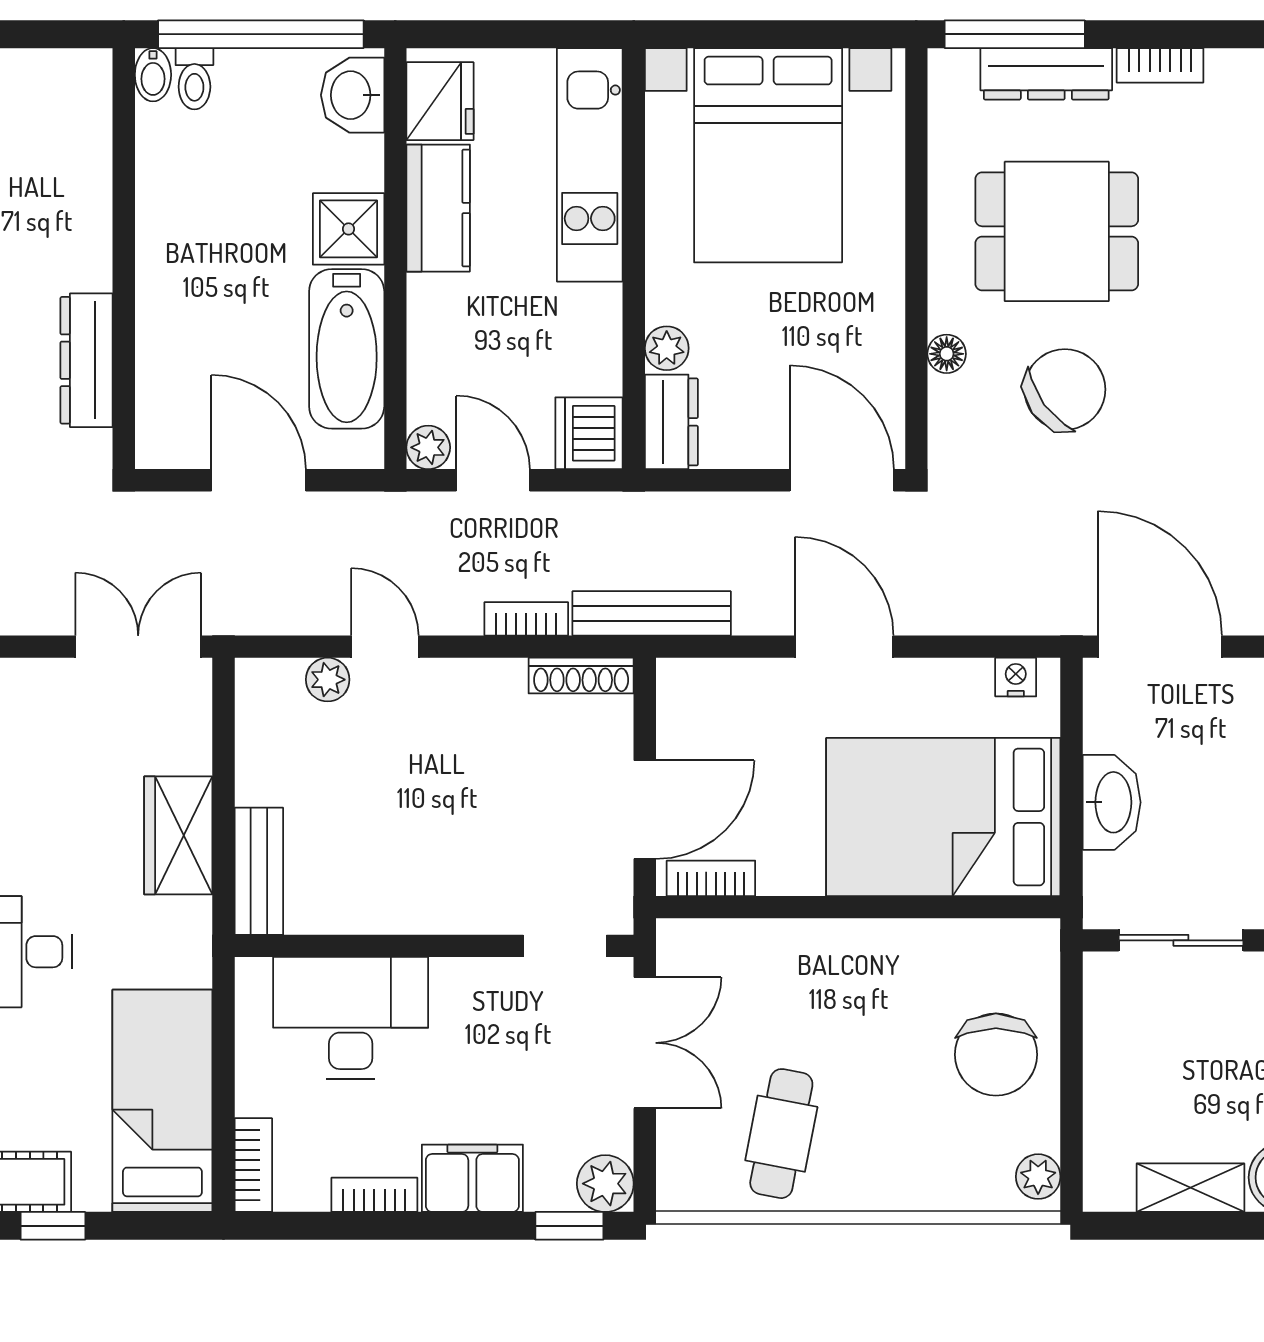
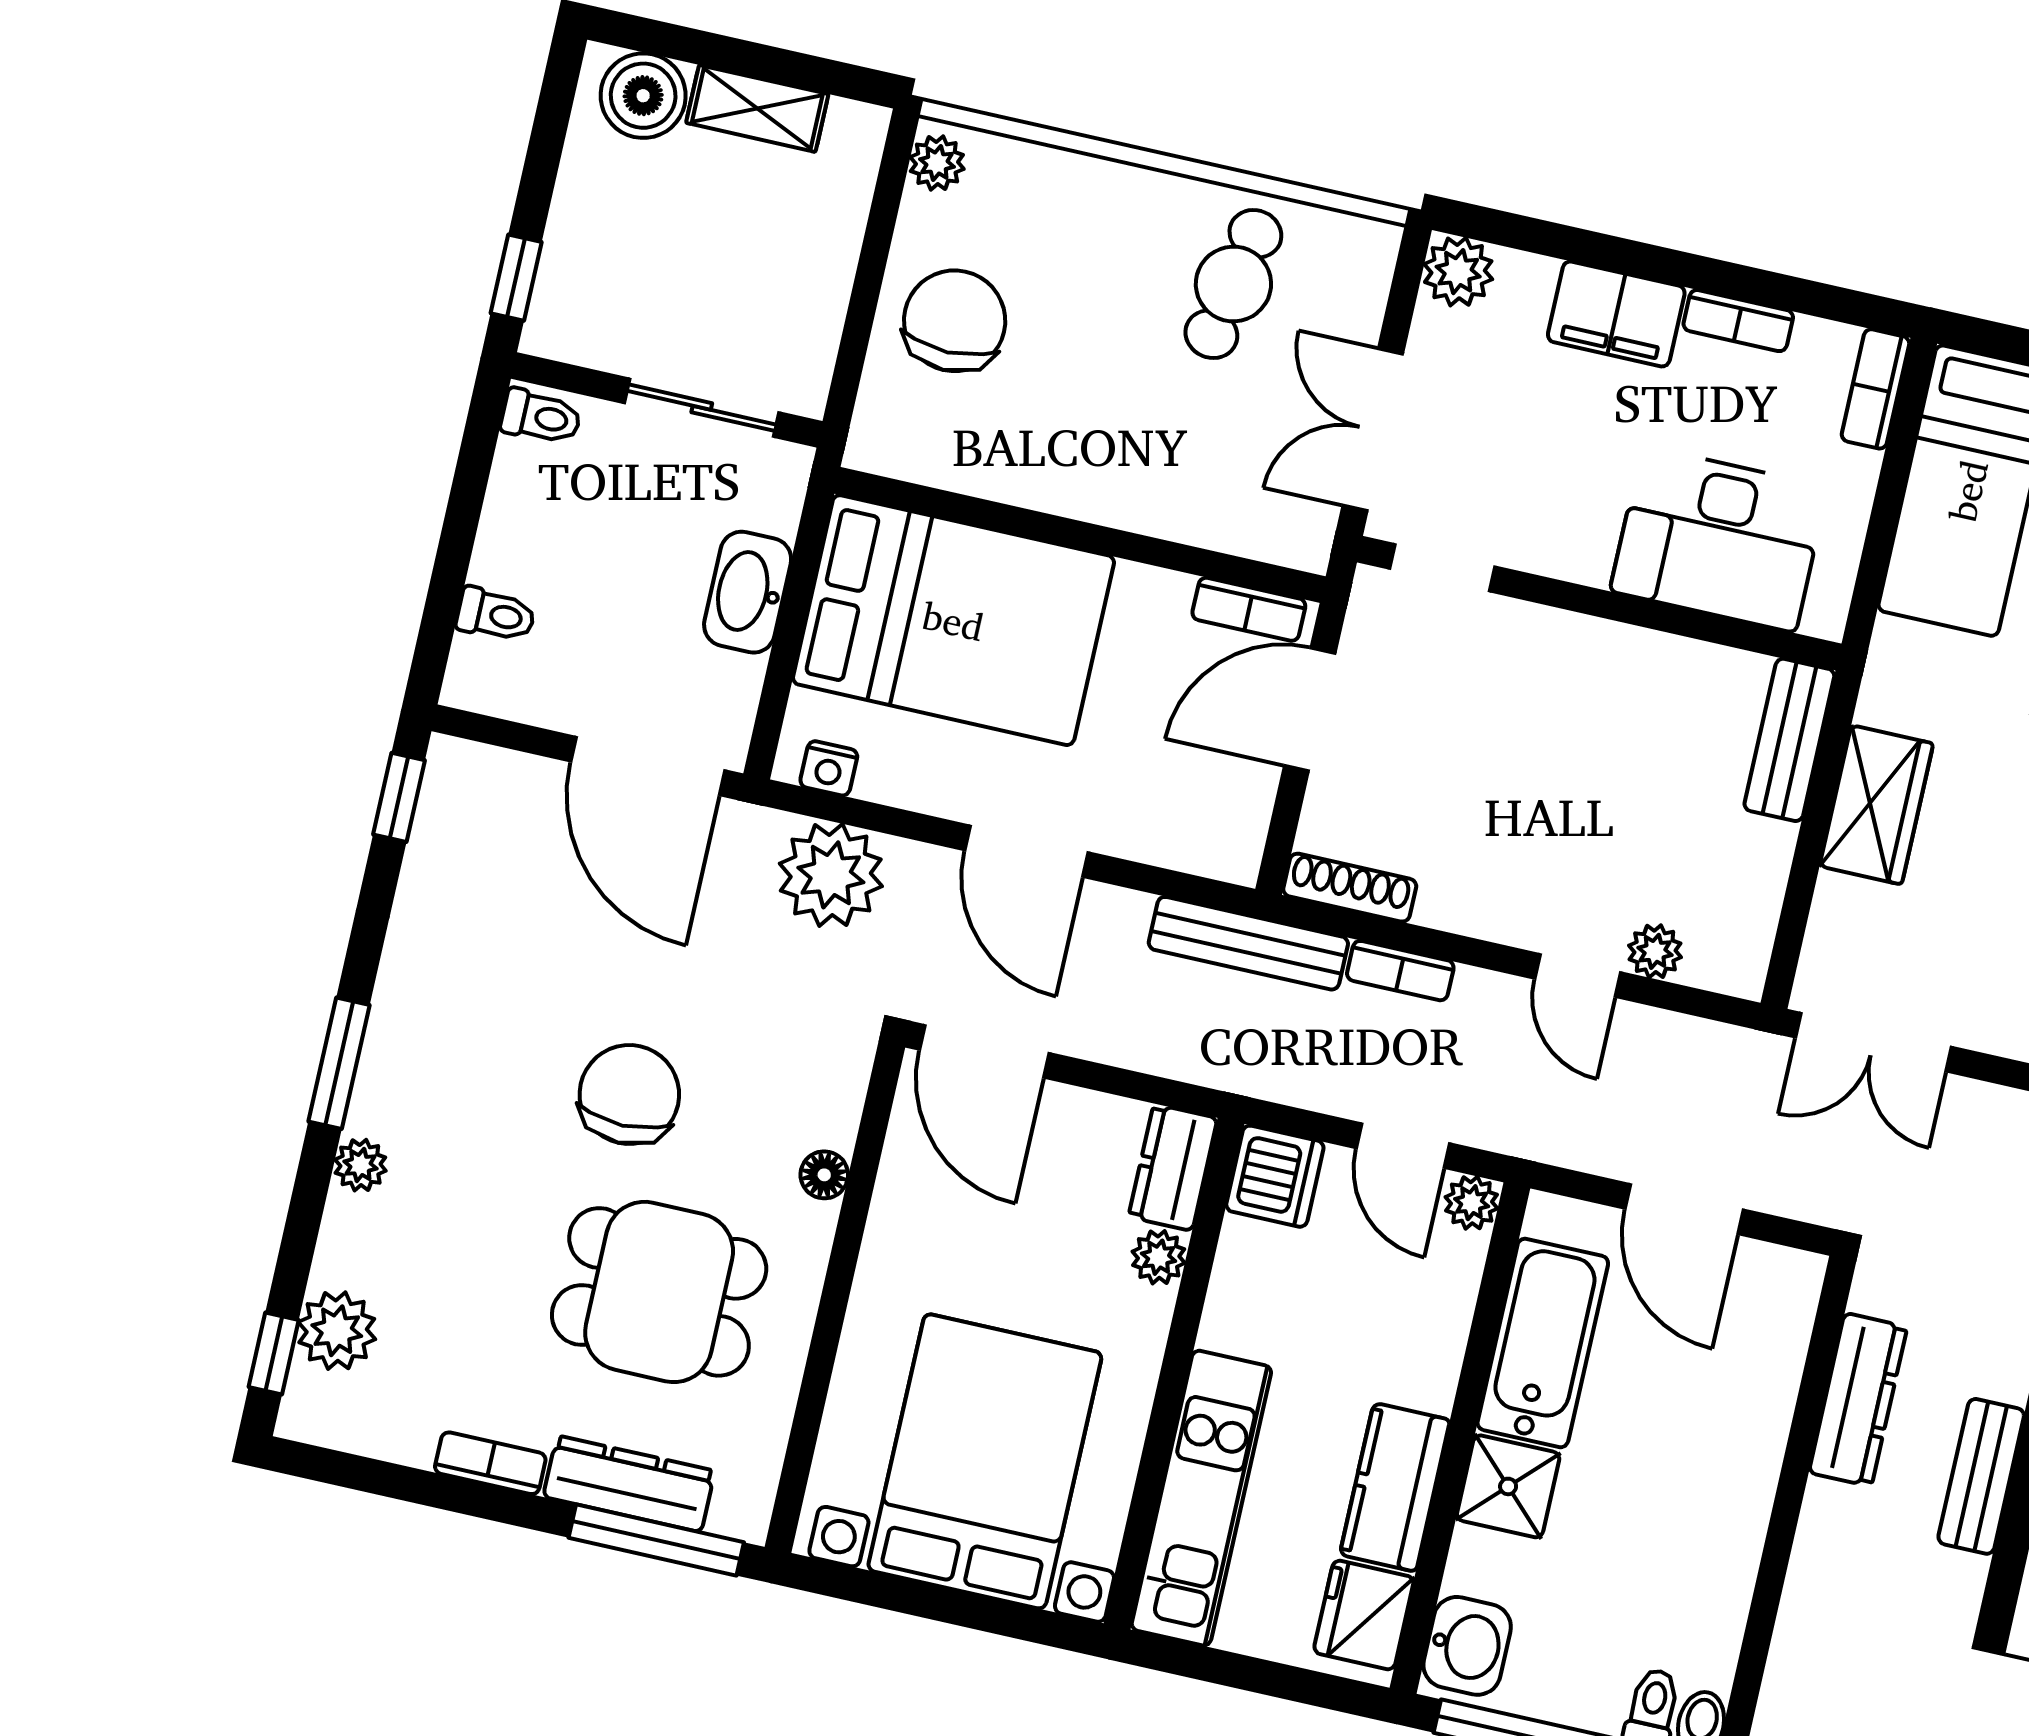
chair: (1065, 389) -> (629, 1094), moved, turned 126
plant: (995, 593) -> (831, 875), added
window: (569, 1226) -> (1513, 231), removed

